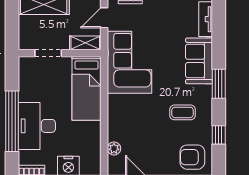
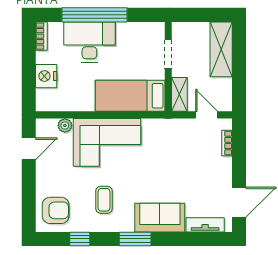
corner sofa: (129, 62) -> (107, 142), moved
armchair: (192, 157) -> (56, 210), turned 90

